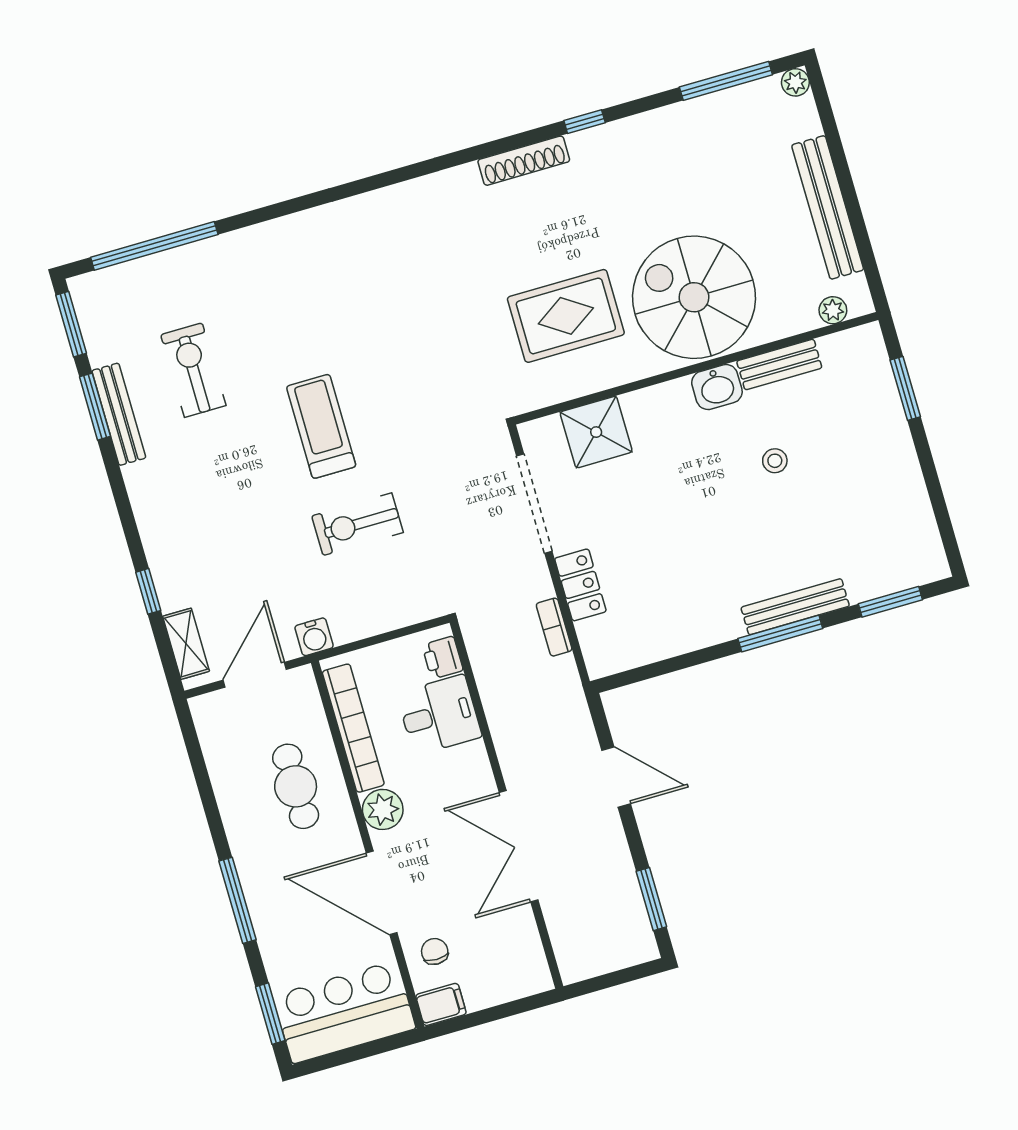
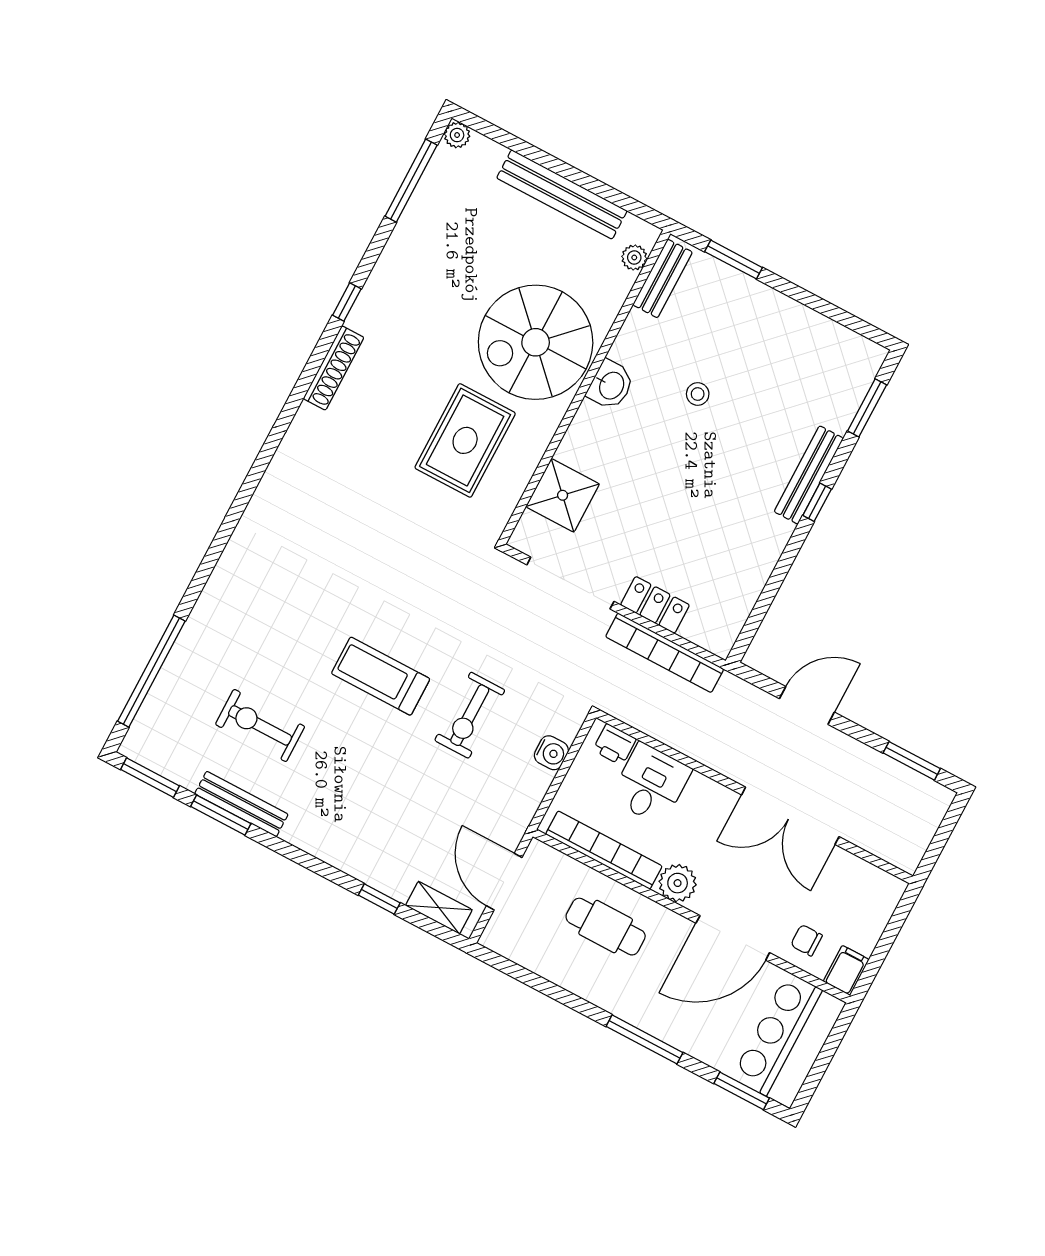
bench: (779, 364) -> (662, 278), moved
bookcase: (554, 627) -> (665, 653), width x2.31, depth x1.31
window: (780, 633) -> (817, 502), width x0.46
water cooler: (314, 637) -> (551, 753), moved

